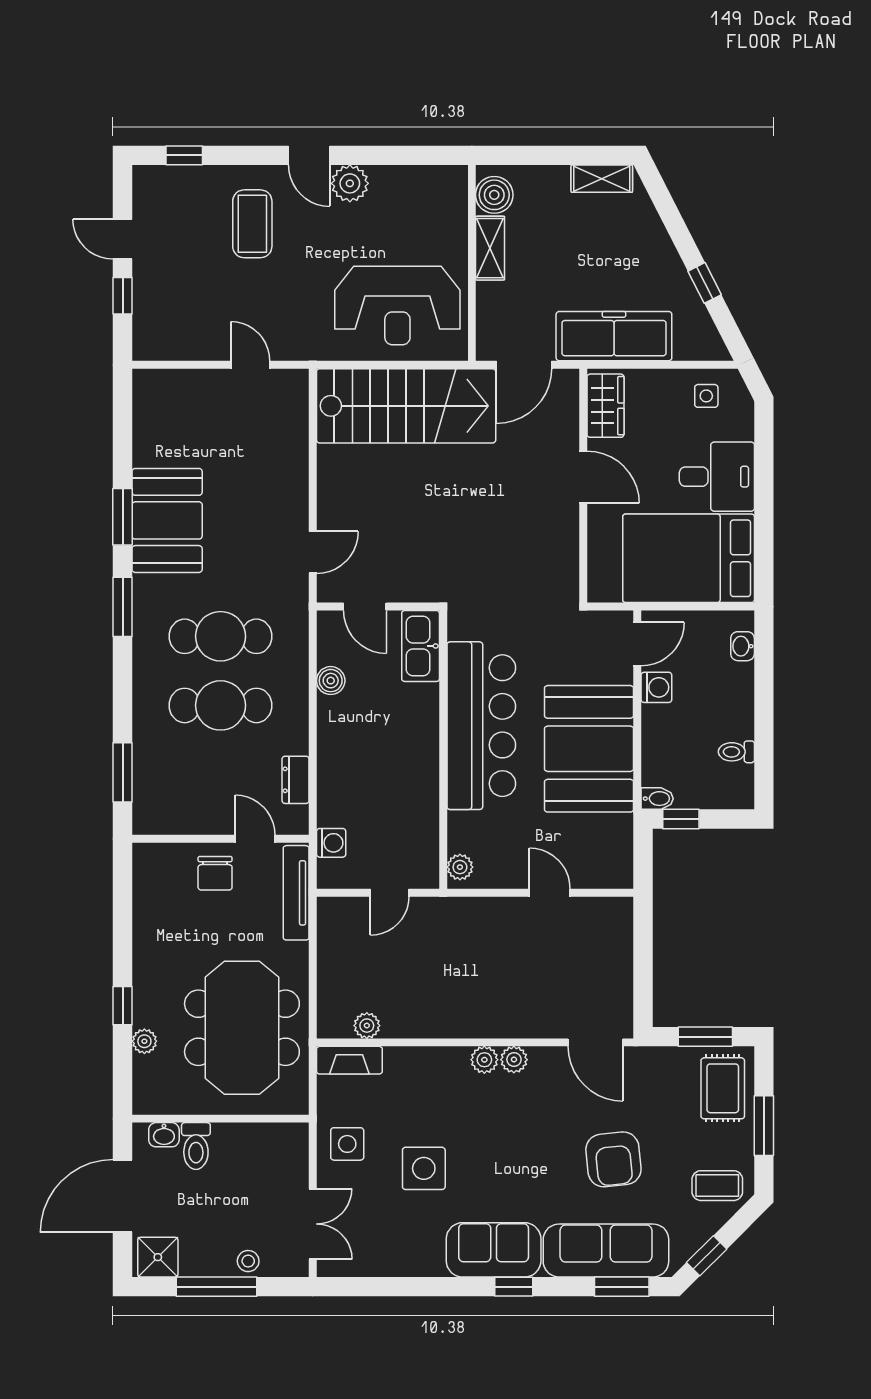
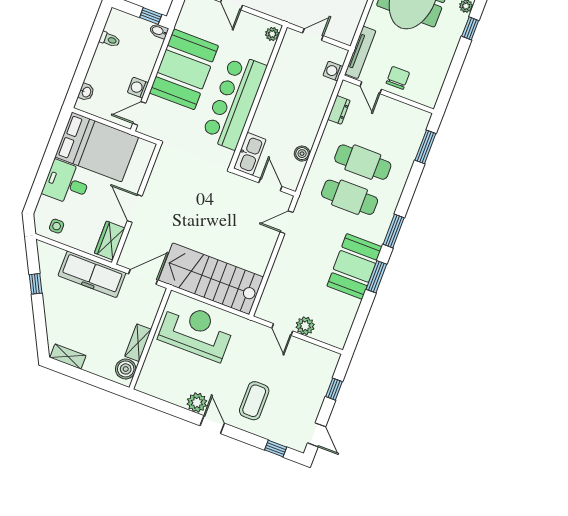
door: (123, 239) -> (317, 435), moved
plant: (213, 386) -> (305, 326), added

